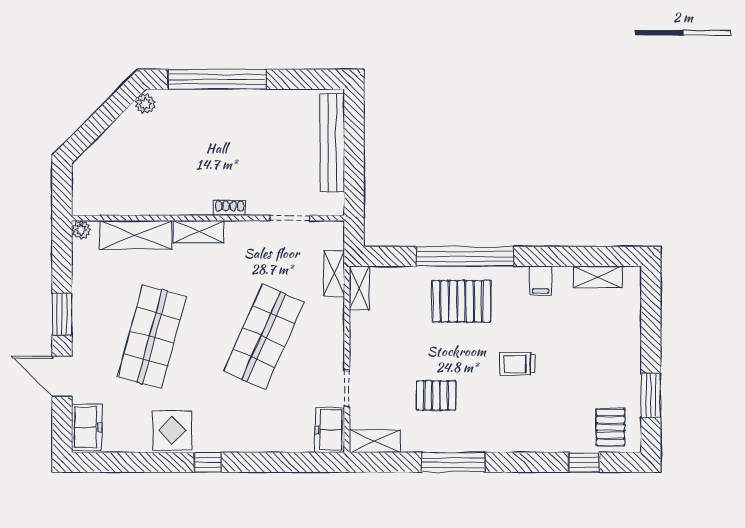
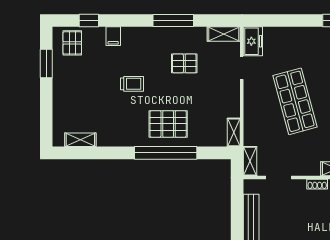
shelving: (334, 273) -> (250, 161), moved
filing cabinet: (541, 281) -> (113, 36), moved, turned 180
shop shelf: (264, 337) -> (295, 101), turned -39

